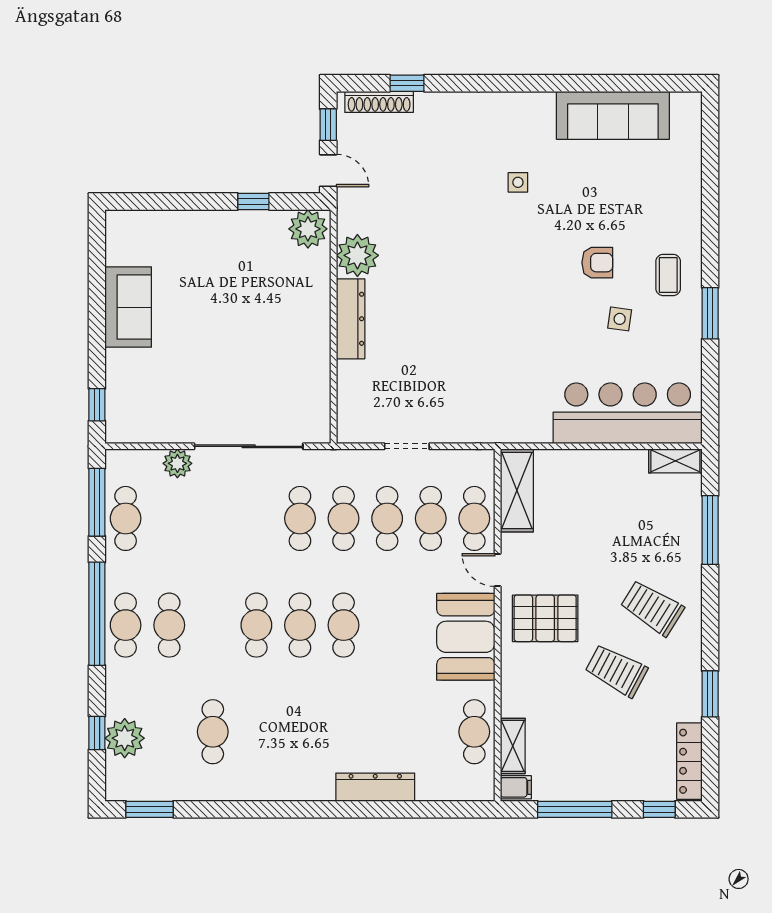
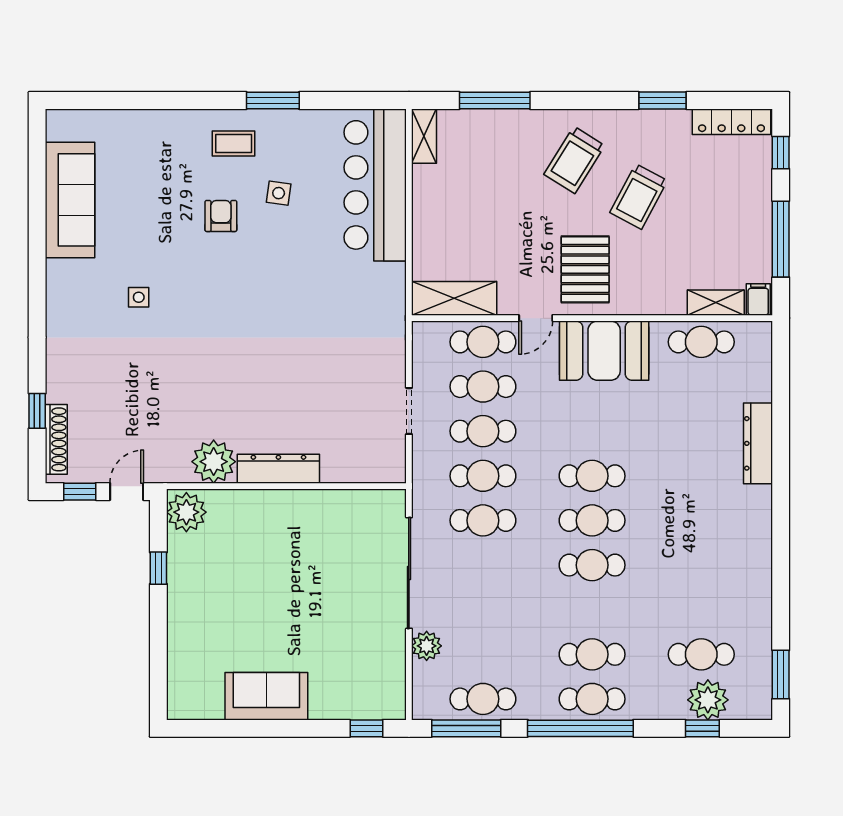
cafe table: (213, 732) -> (701, 654), moved

